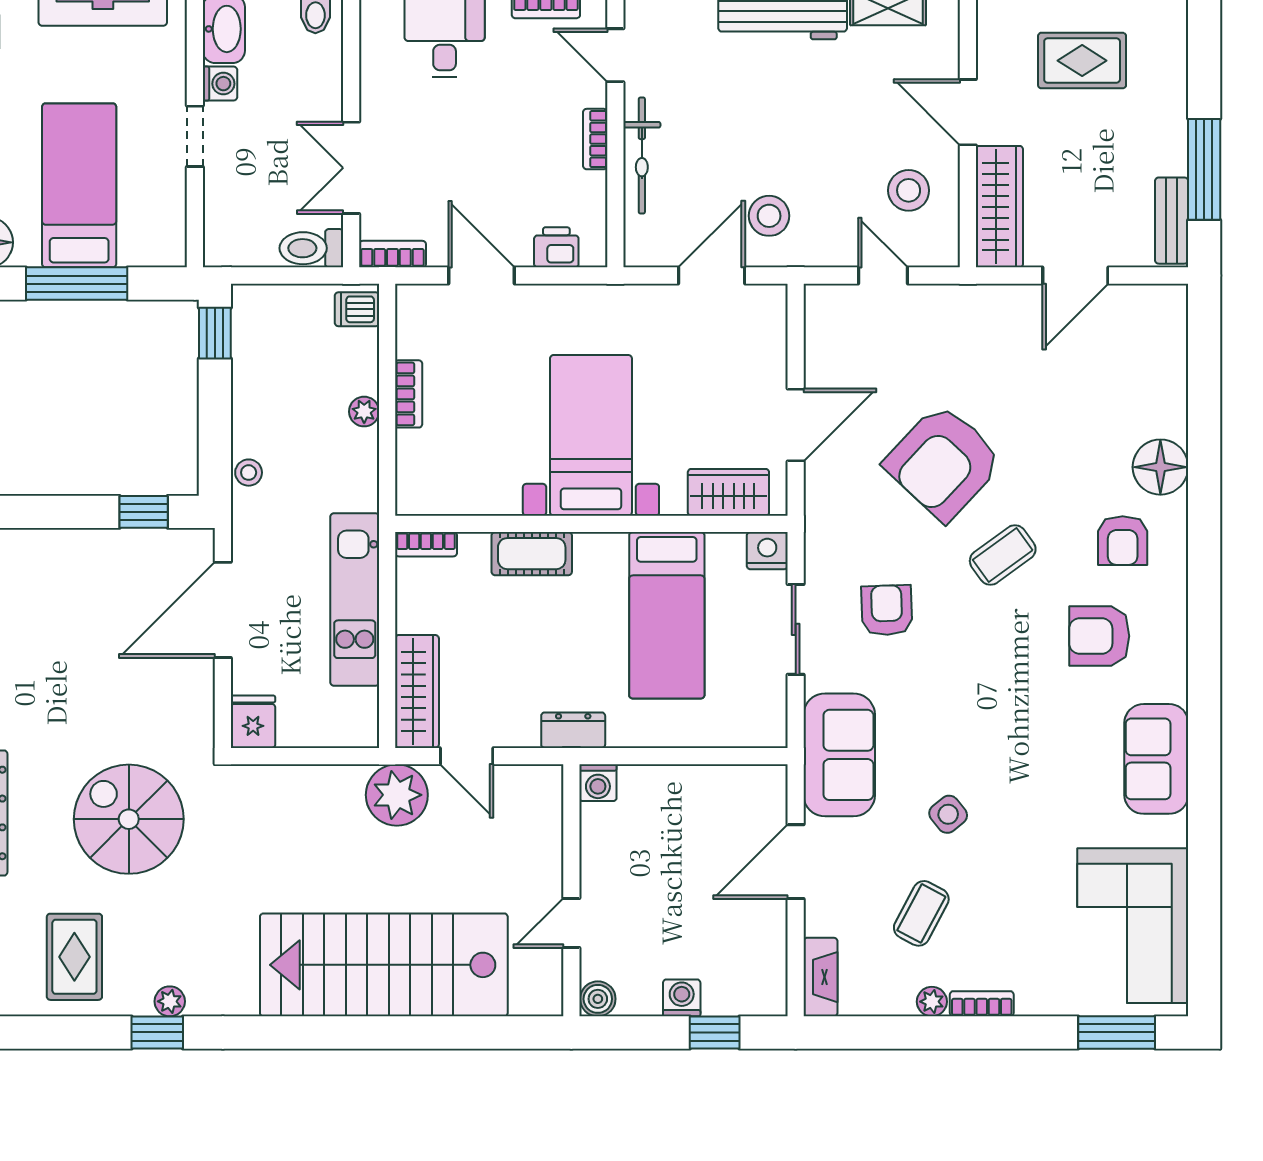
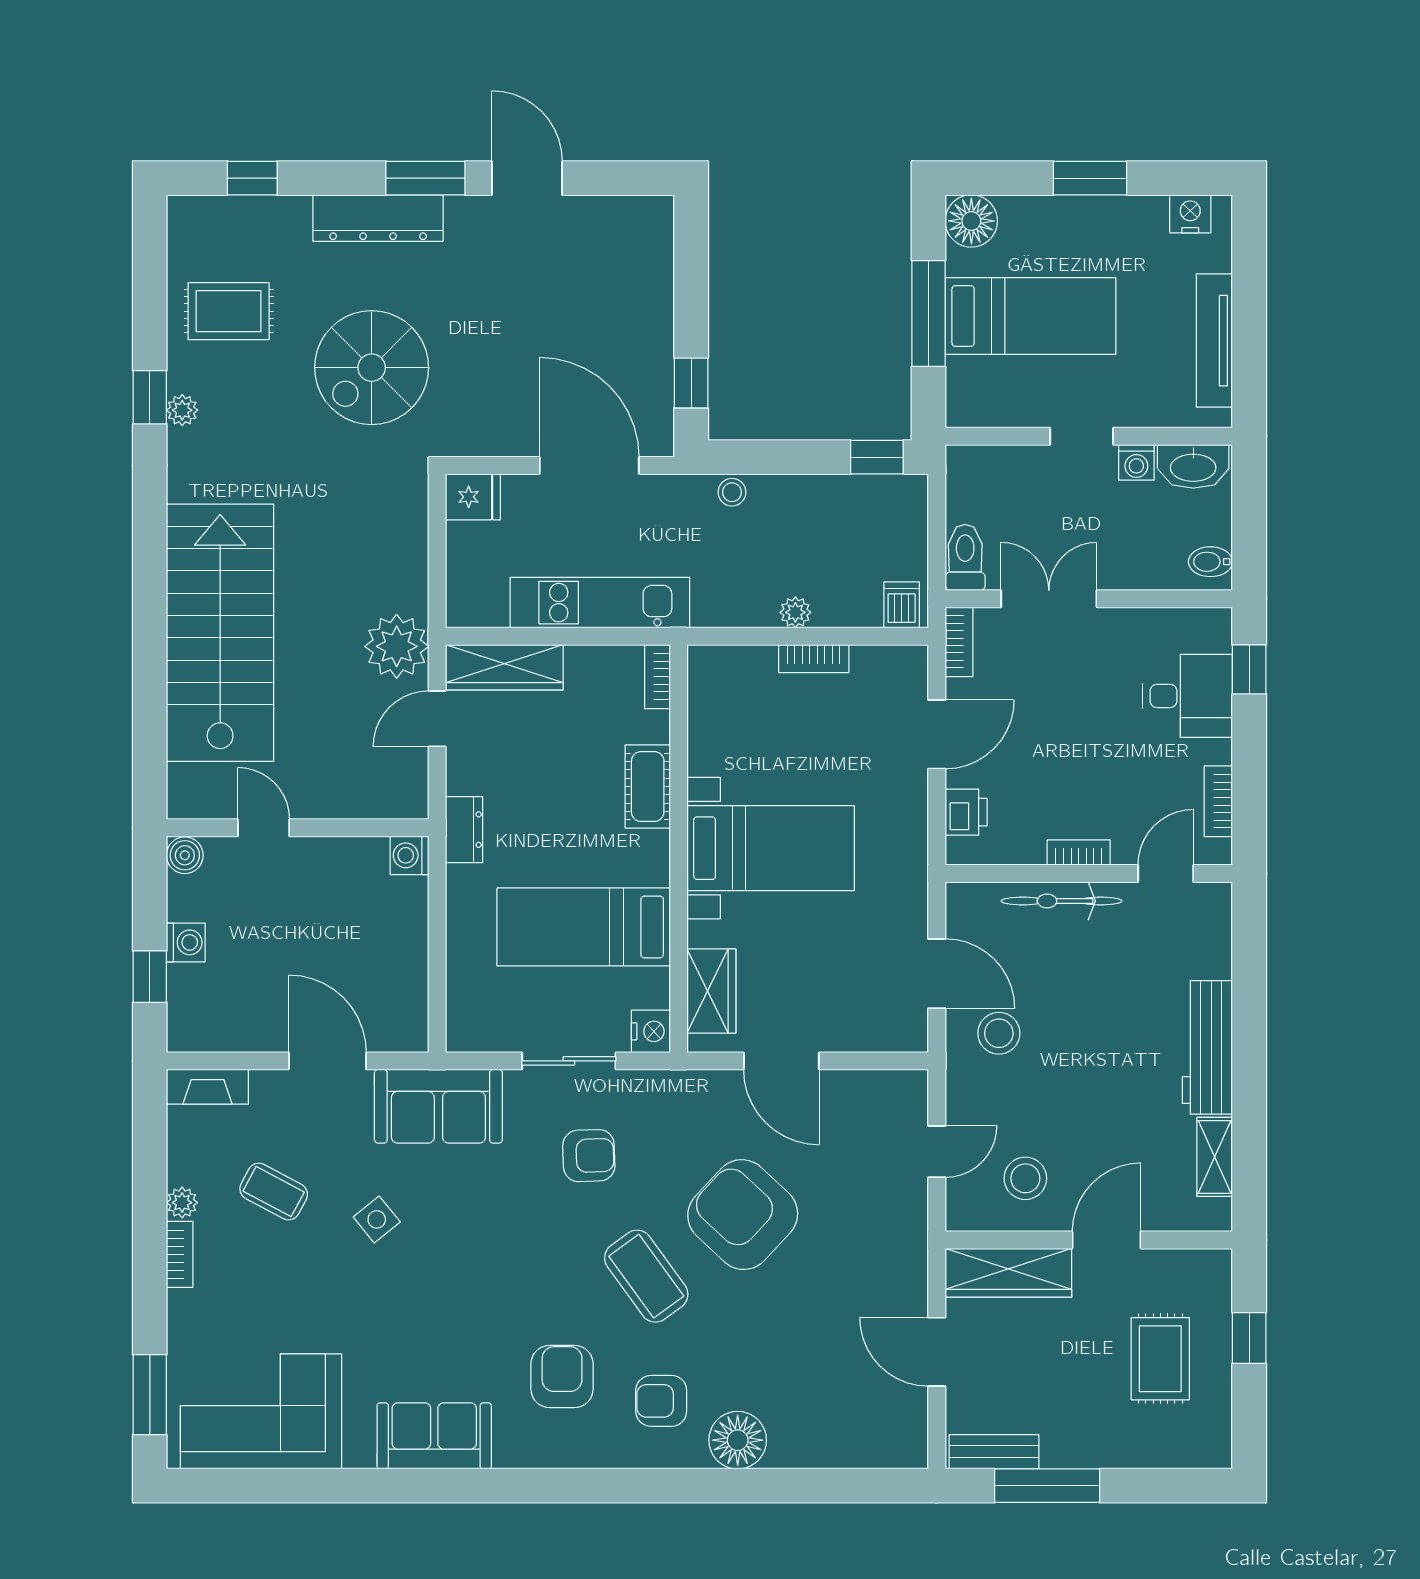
coffee table: (1003, 555) -> (646, 1276), width x1.36, depth x1.30
spiral stairs: (129, 819) -> (372, 368), turned 180

